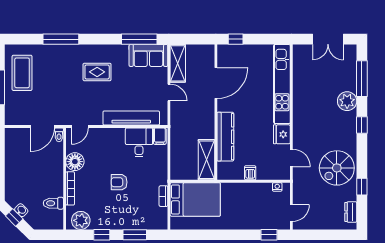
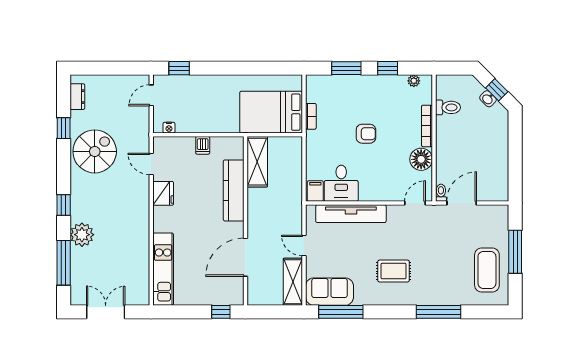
kitchen unit: (282, 84) -> (163, 269), width x0.73
plant: (81, 220) -> (414, 81), width x0.53, depth x0.53

